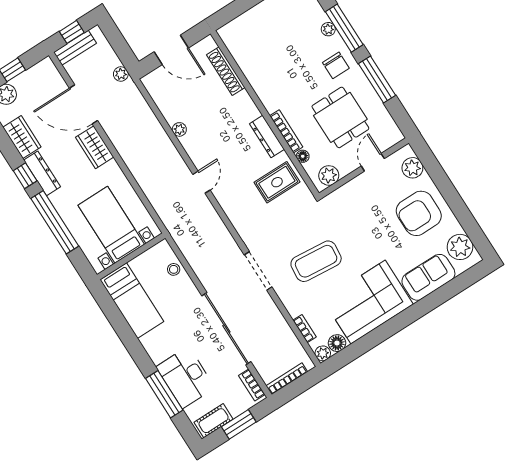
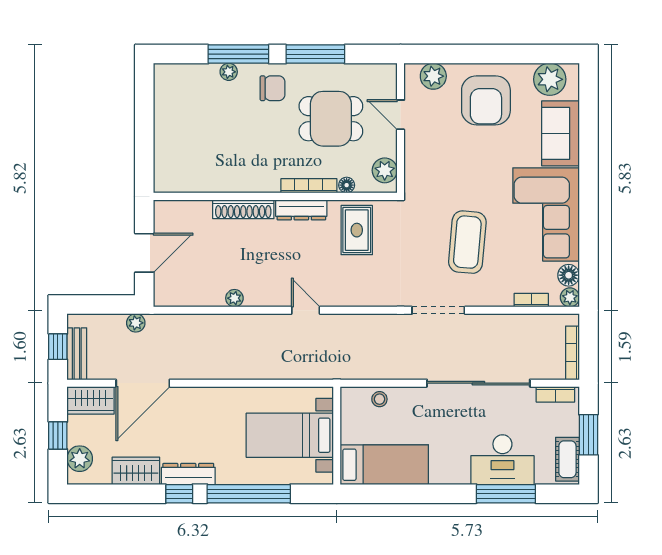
shoe rack: (226, 71) -> (243, 209), moved
wardrobe: (95, 147) -> (91, 400), moved

